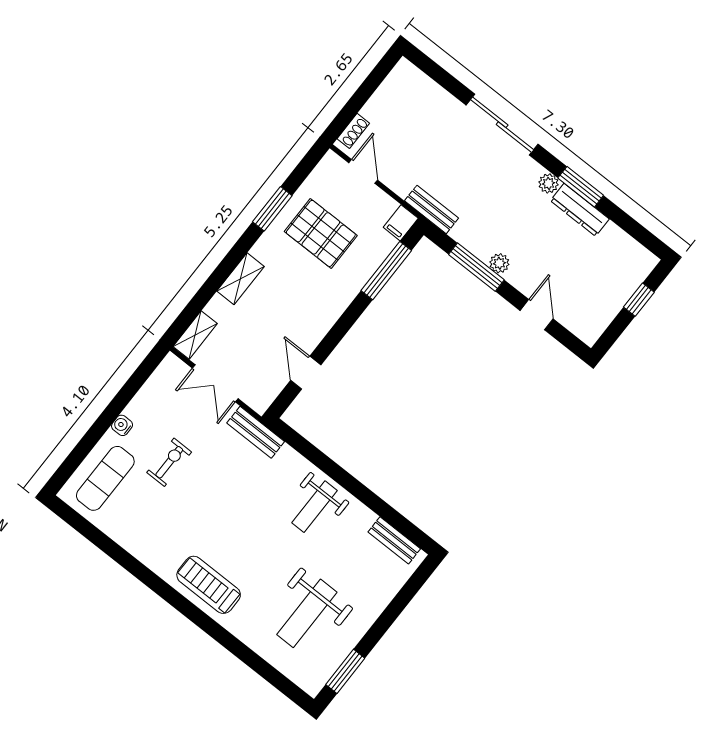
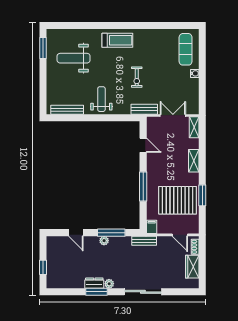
wardrobe: (385, 101) -> (192, 267), added
dresser: (580, 210) -> (94, 283), width x0.70
pallet: (321, 233) -> (178, 200), width x1.37, depth x1.41
window: (386, 271) -> (143, 187), moved
exercise bike: (169, 462) -> (137, 77), moved
bench: (394, 540) -> (67, 110), width x1.36
weight bench: (307, 613) -> (74, 58), turned -90

